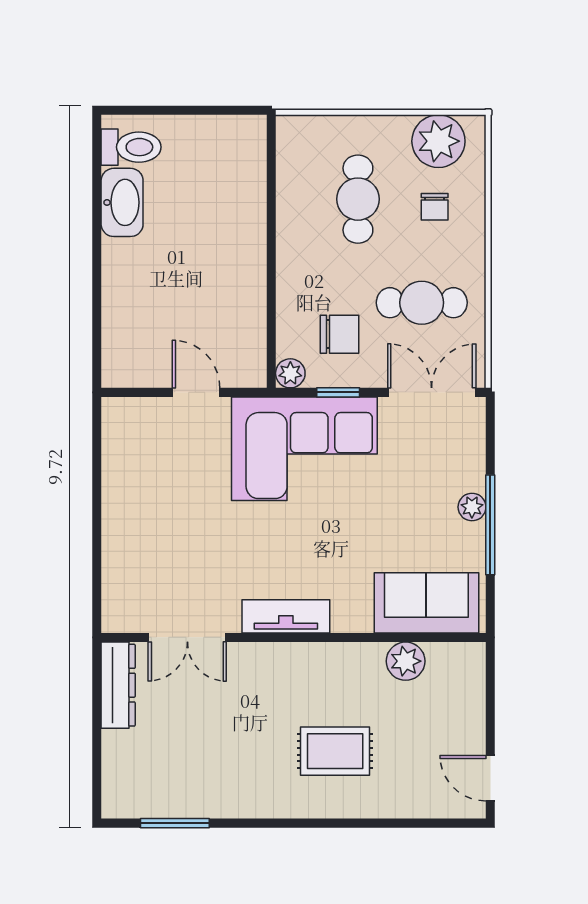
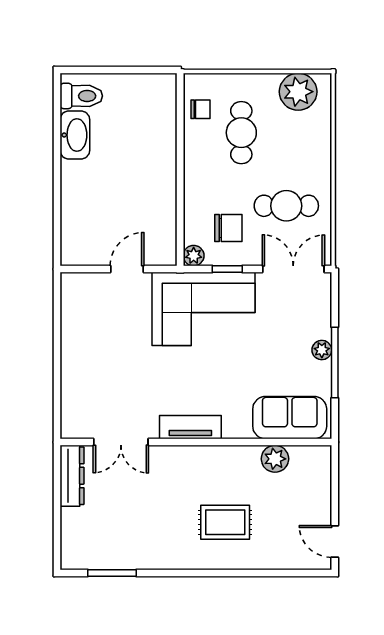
chair: (435, 207) -> (200, 109), moved, turned -90
door: (196, 392) -> (127, 269), hinge flipped

